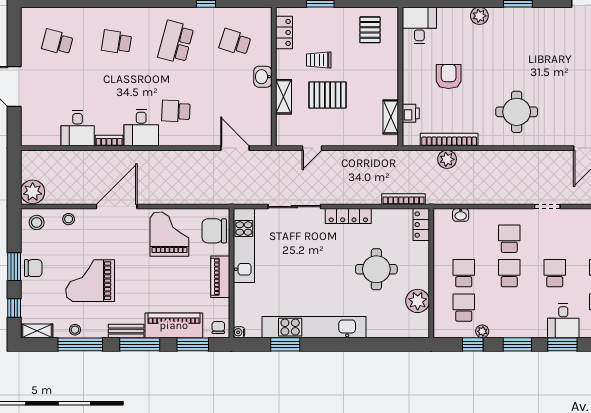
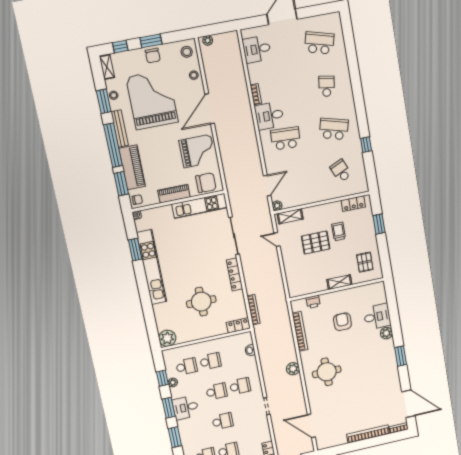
desk: (419, 25) -> (377, 317), moved
pallet: (370, 30) -> (365, 262), turned 90
school desk: (57, 42) -> (319, 43), width x1.85
school desk: (235, 42) -> (341, 171), turned -42
washbasin: (263, 77) -> (320, 195), removed
armchair: (449, 77) -> (342, 322), turned -90
pallet: (328, 95) -> (316, 243), turned 90
shelving: (283, 97) -> (290, 216), moved
school desk: (176, 111) -> (286, 138), width x1.85
shelving: (391, 117) -> (339, 282), moved
desk: (78, 128) -> (257, 49), moved
plant: (265, 139) -> (277, 206), added
plant: (447, 159) -> (293, 369), moved
plant: (33, 192) -> (208, 40), width x0.53, depth x0.53
door: (117, 207) -> (210, 109), swing flipped
chair: (214, 231) -> (206, 183), turned 90
grand piano: (90, 281) -> (152, 100), width x1.37, depth x1.48
plant: (418, 301) -> (167, 338), moved
desk: (563, 321) -> (186, 408), moved
bench: (126, 331) -> (120, 129), width x1.36
window: (80, 344) -> (104, 101), width x0.69
window: (140, 344) -> (113, 145), width x1.46

